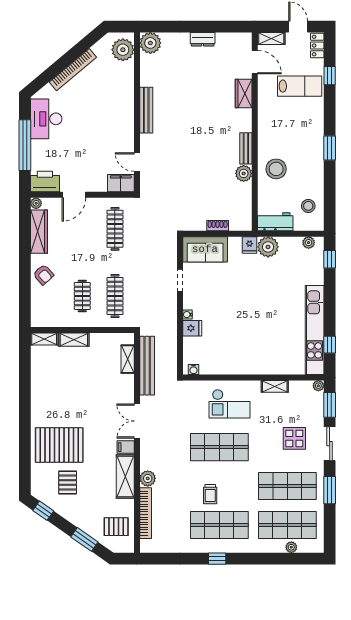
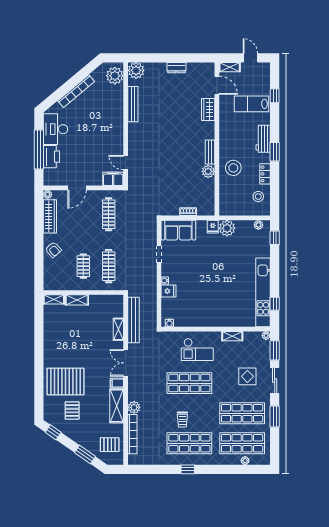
locker: (317, 46) -> (265, 174), moved
lab bench: (300, 86) -> (252, 104), turned 180
bench: (146, 110) -> (133, 104), moved
printer: (45, 182) -> (51, 157), moved, turned 90
workbench: (275, 222) -> (263, 139), moved, turned -90
shelving: (128, 359) -> (118, 329), moved

